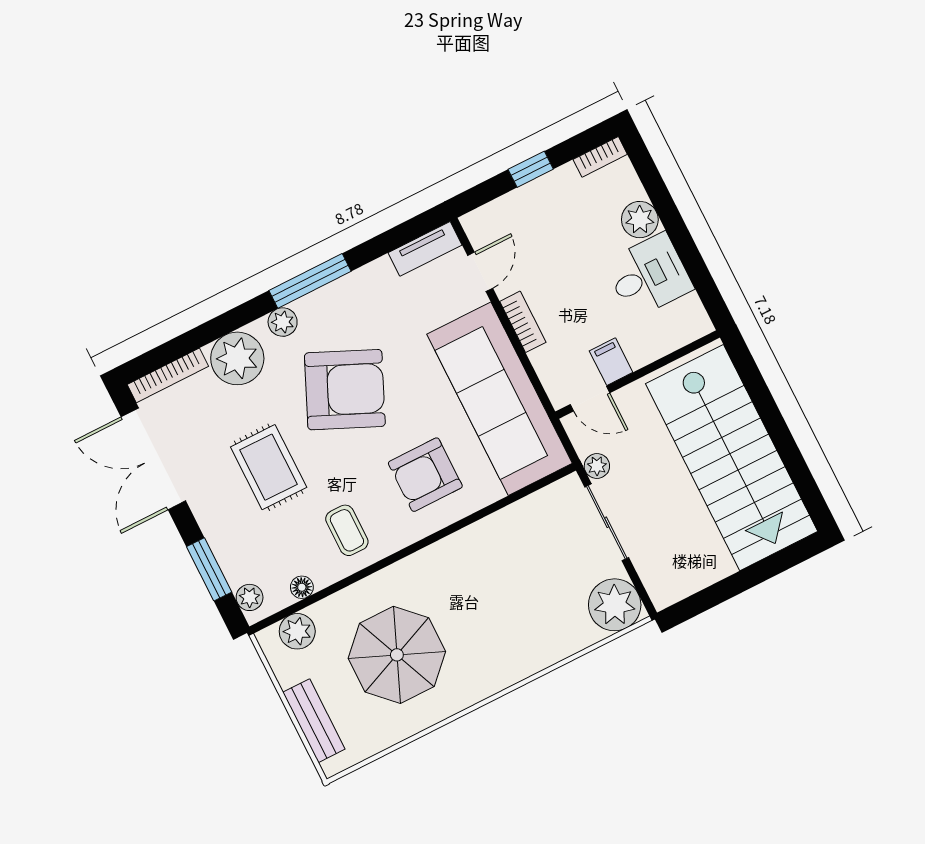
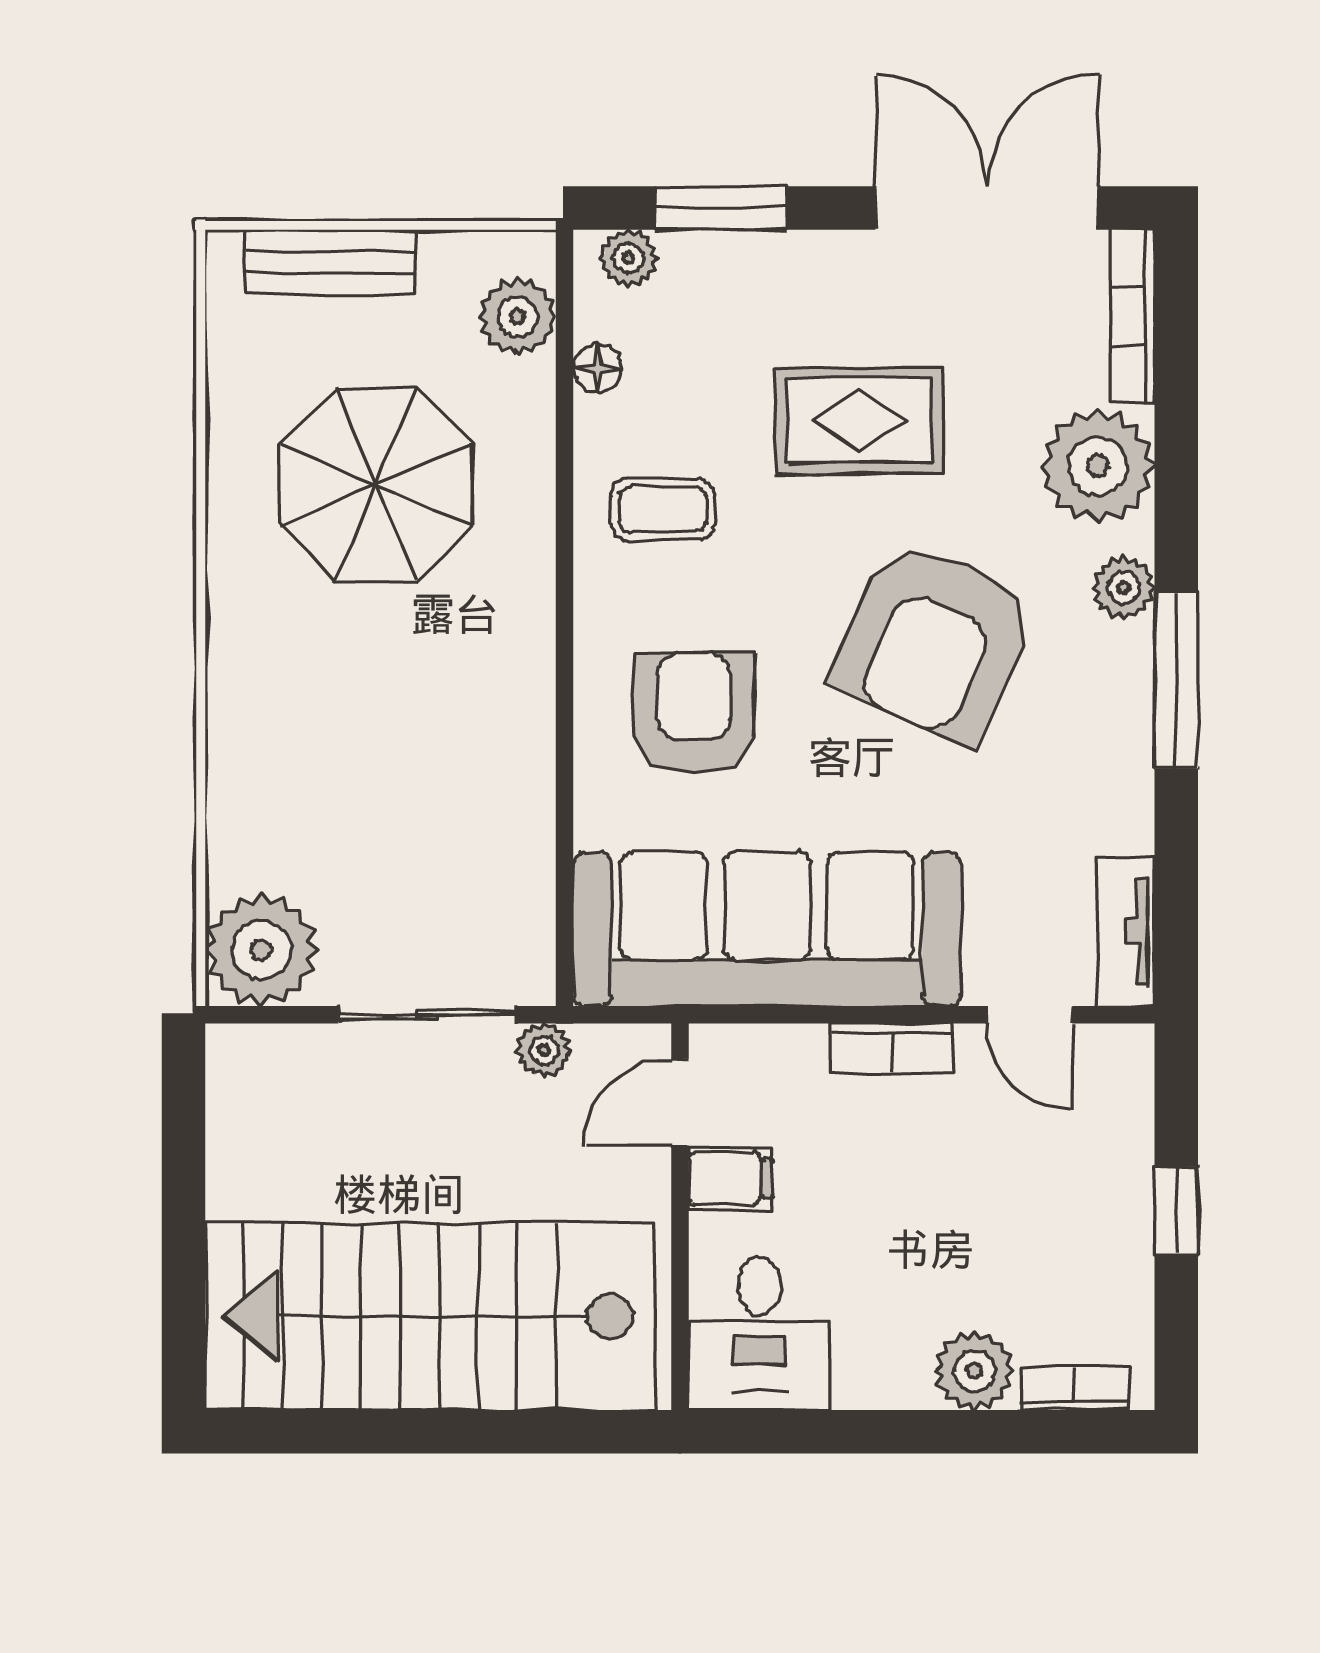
bookcase: (600, 157) -> (1074, 1388), moved, turned 90
desk: (649, 276) -> (759, 1334), moved

